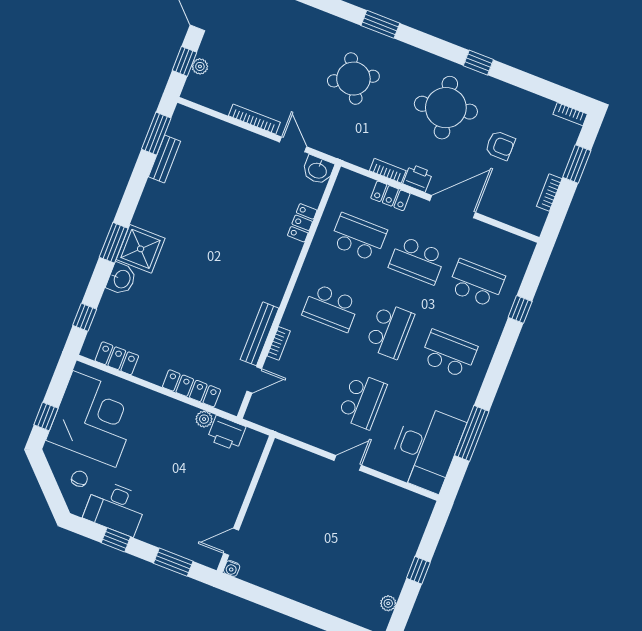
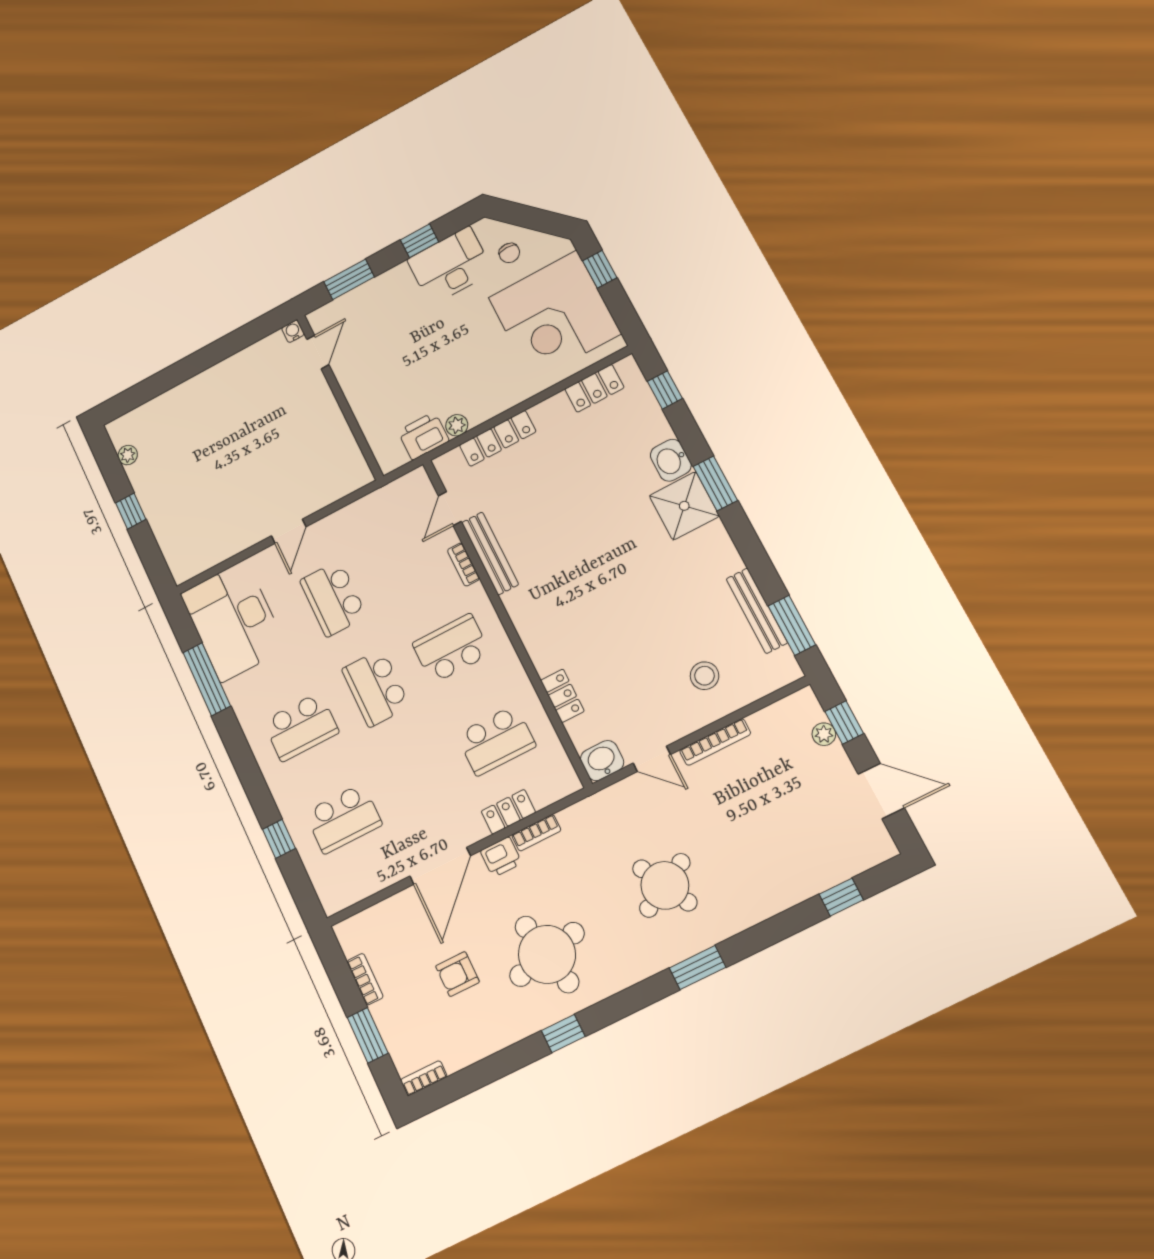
stool: (224, 156) -> (704, 676), added
bench: (164, 159) -> (757, 611), width x1.36
school desk: (417, 260) -> (419, 780), removed

